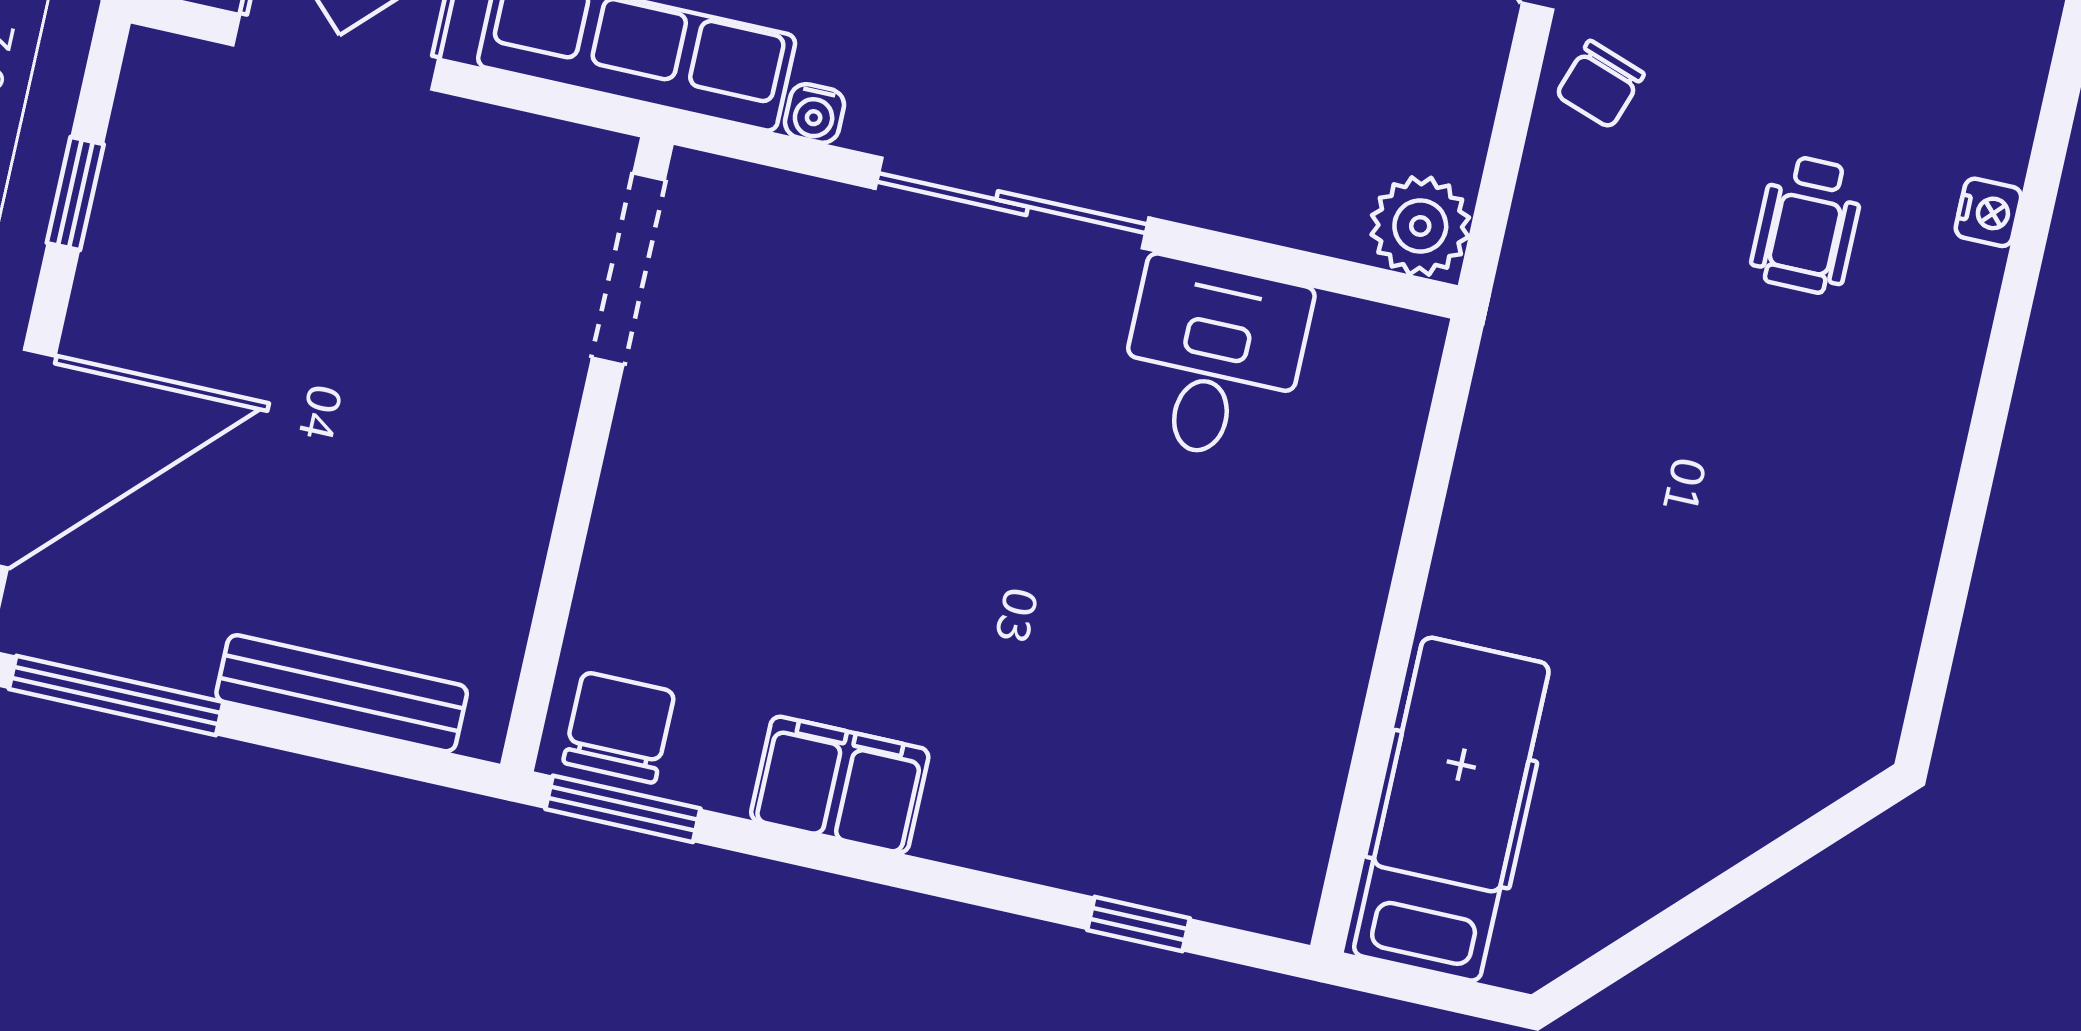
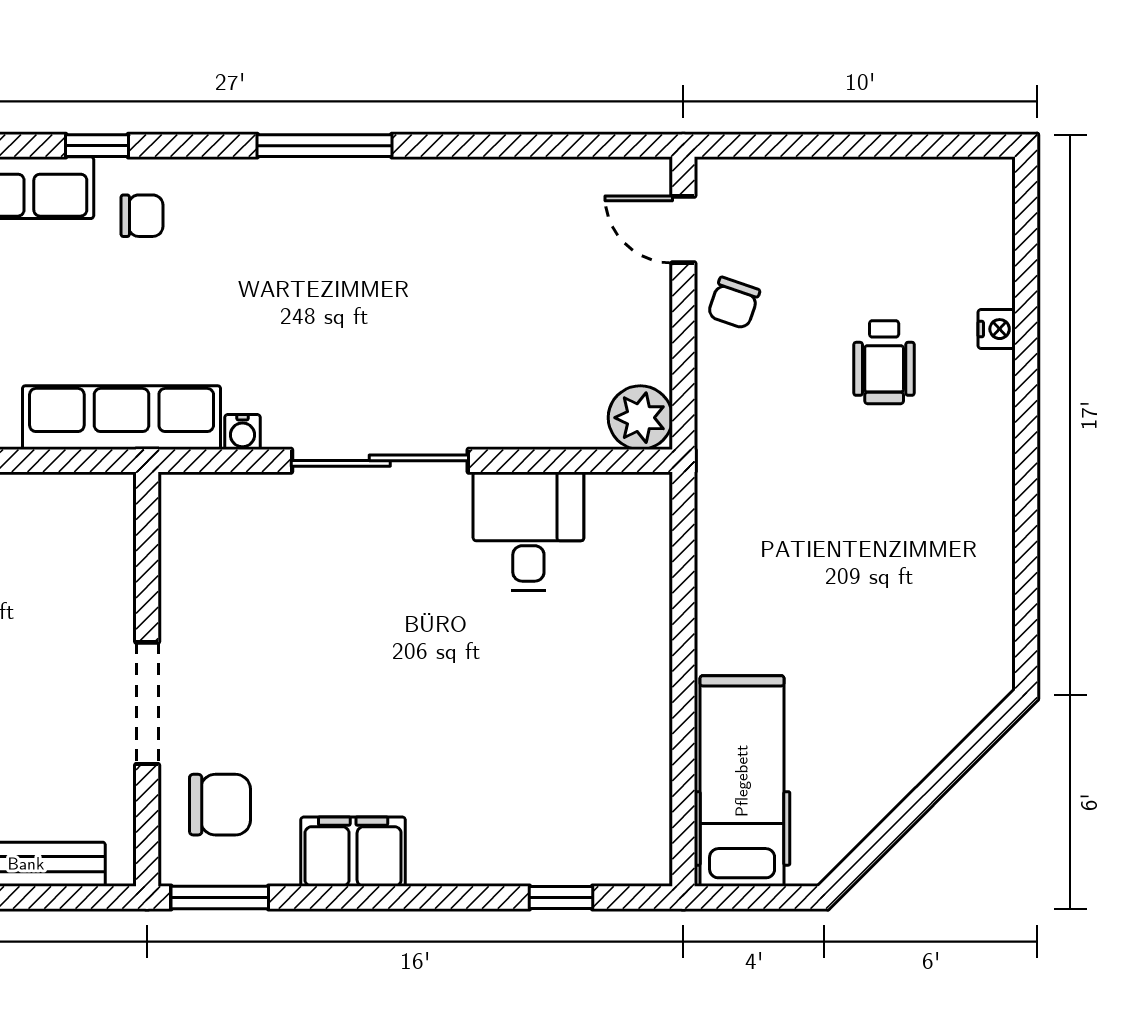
doorway: (628, 269) -> (147, 703), moved
chair: (619, 727) -> (220, 805), moved, turned 90

